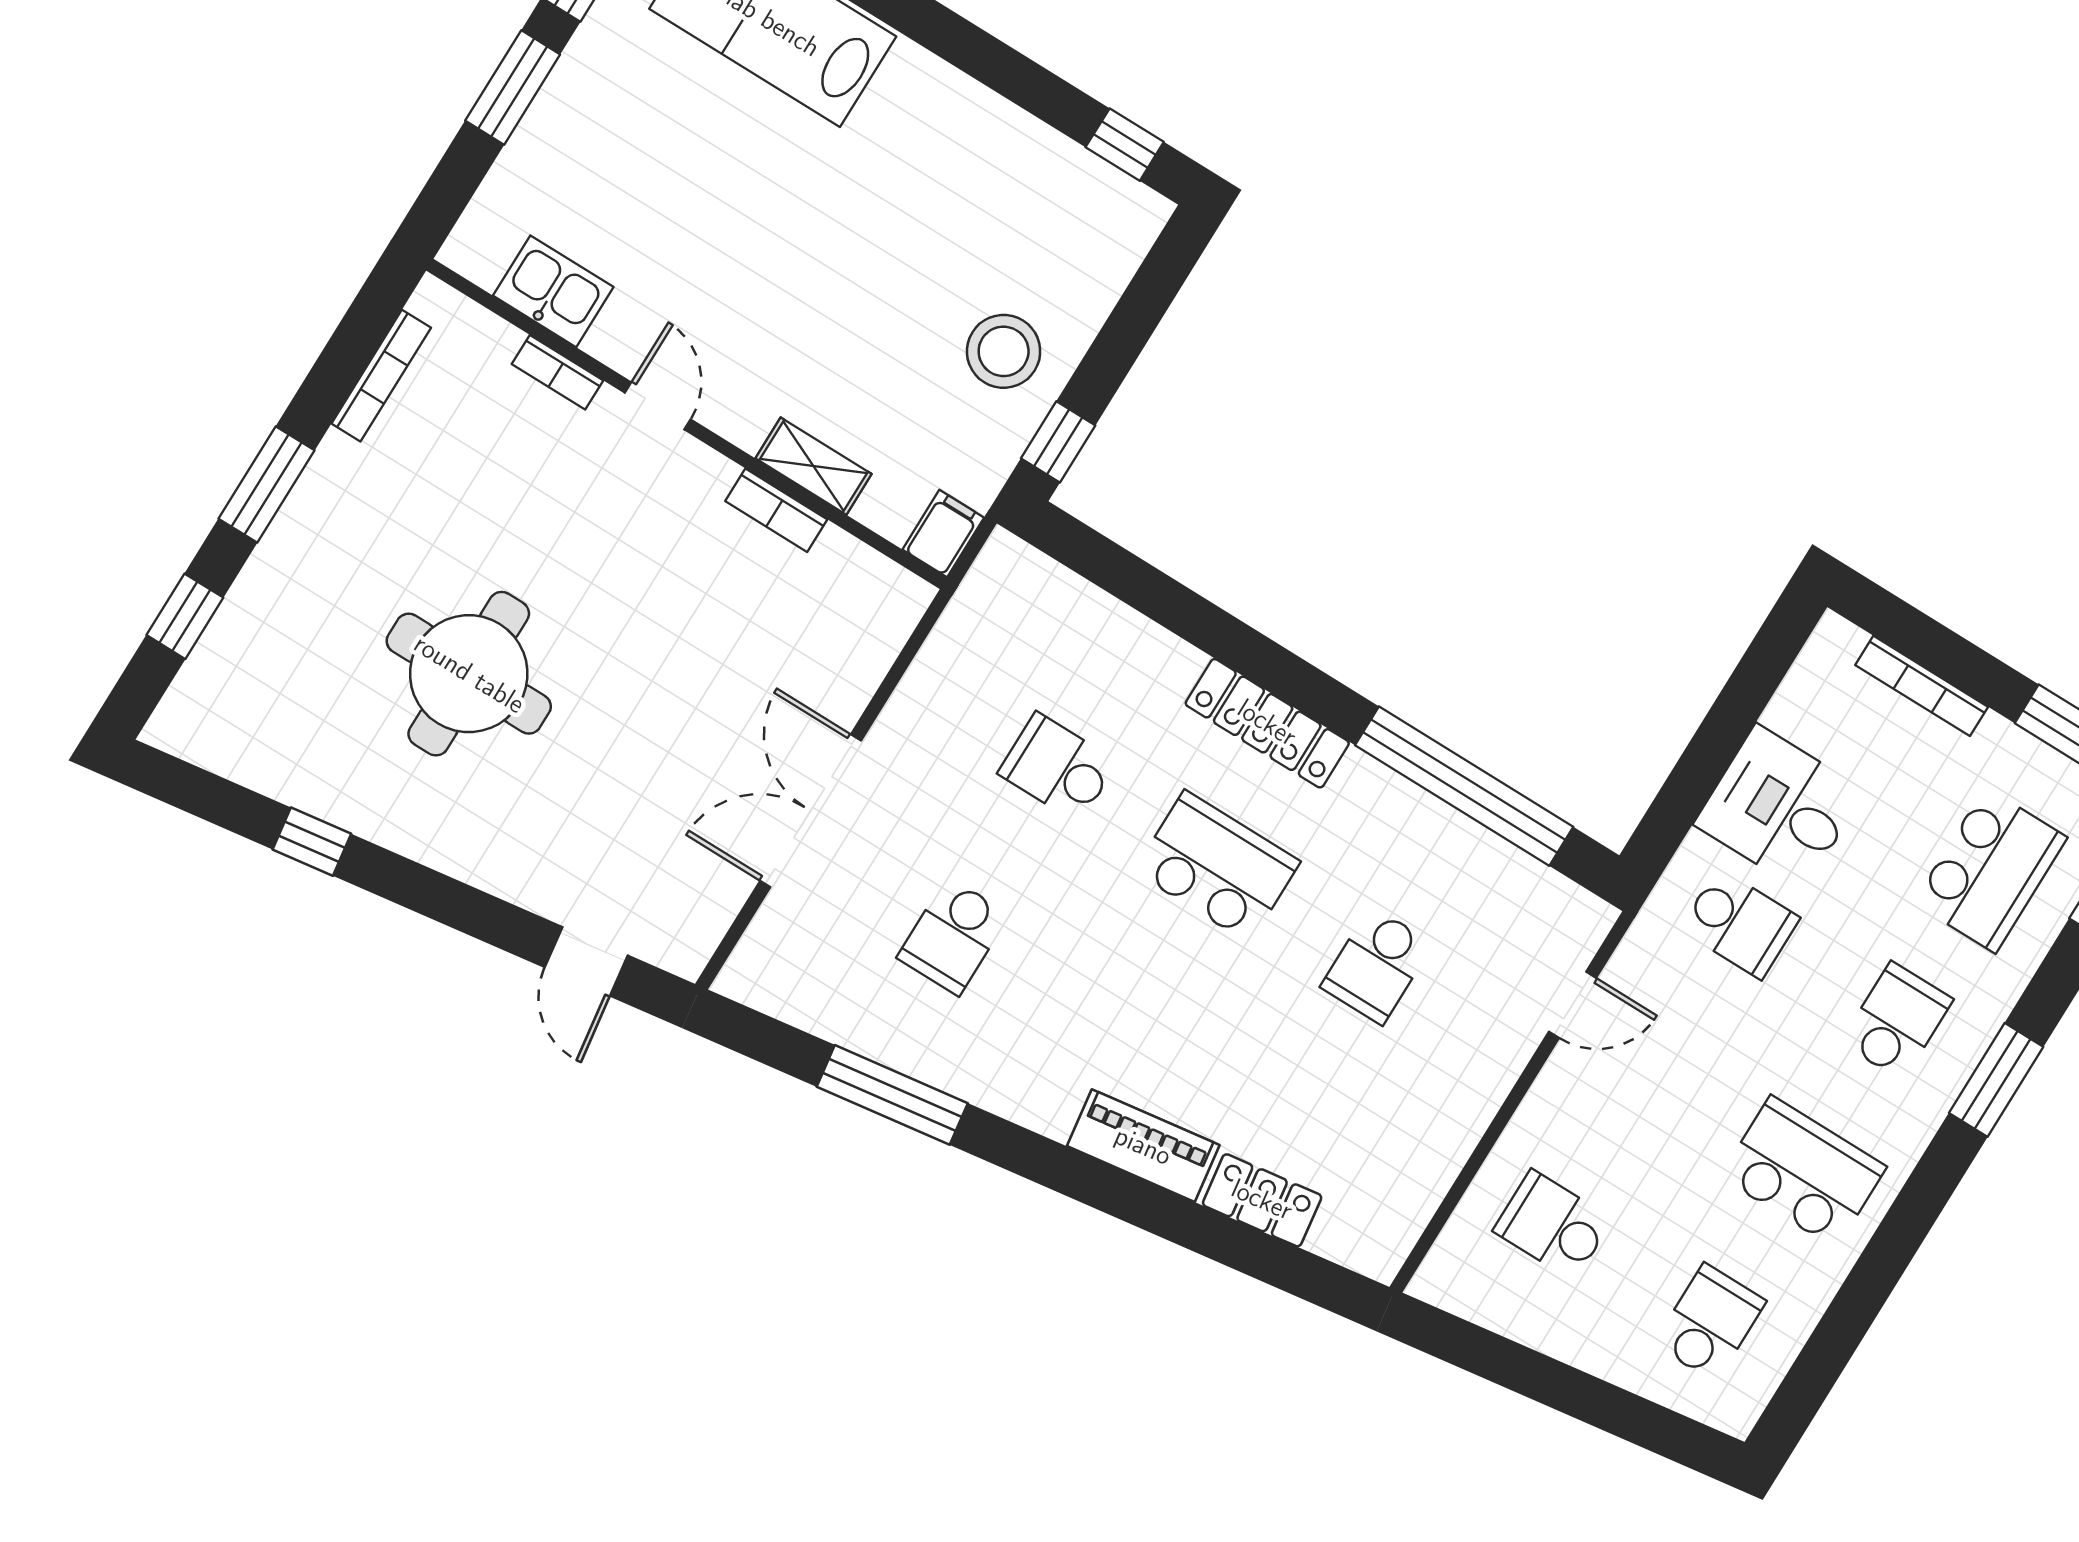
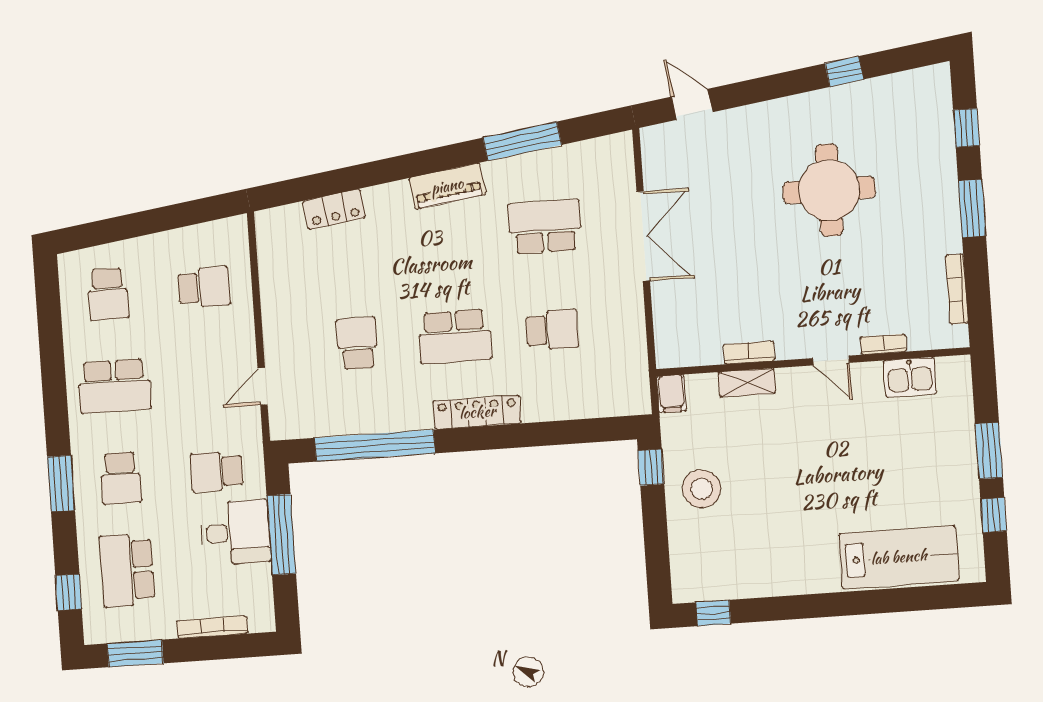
window: (1710, 753) -> (281, 535), added
school desk: (953, 936) -> (545, 227), width x1.85
piano: (1143, 1146) -> (447, 186), moved

